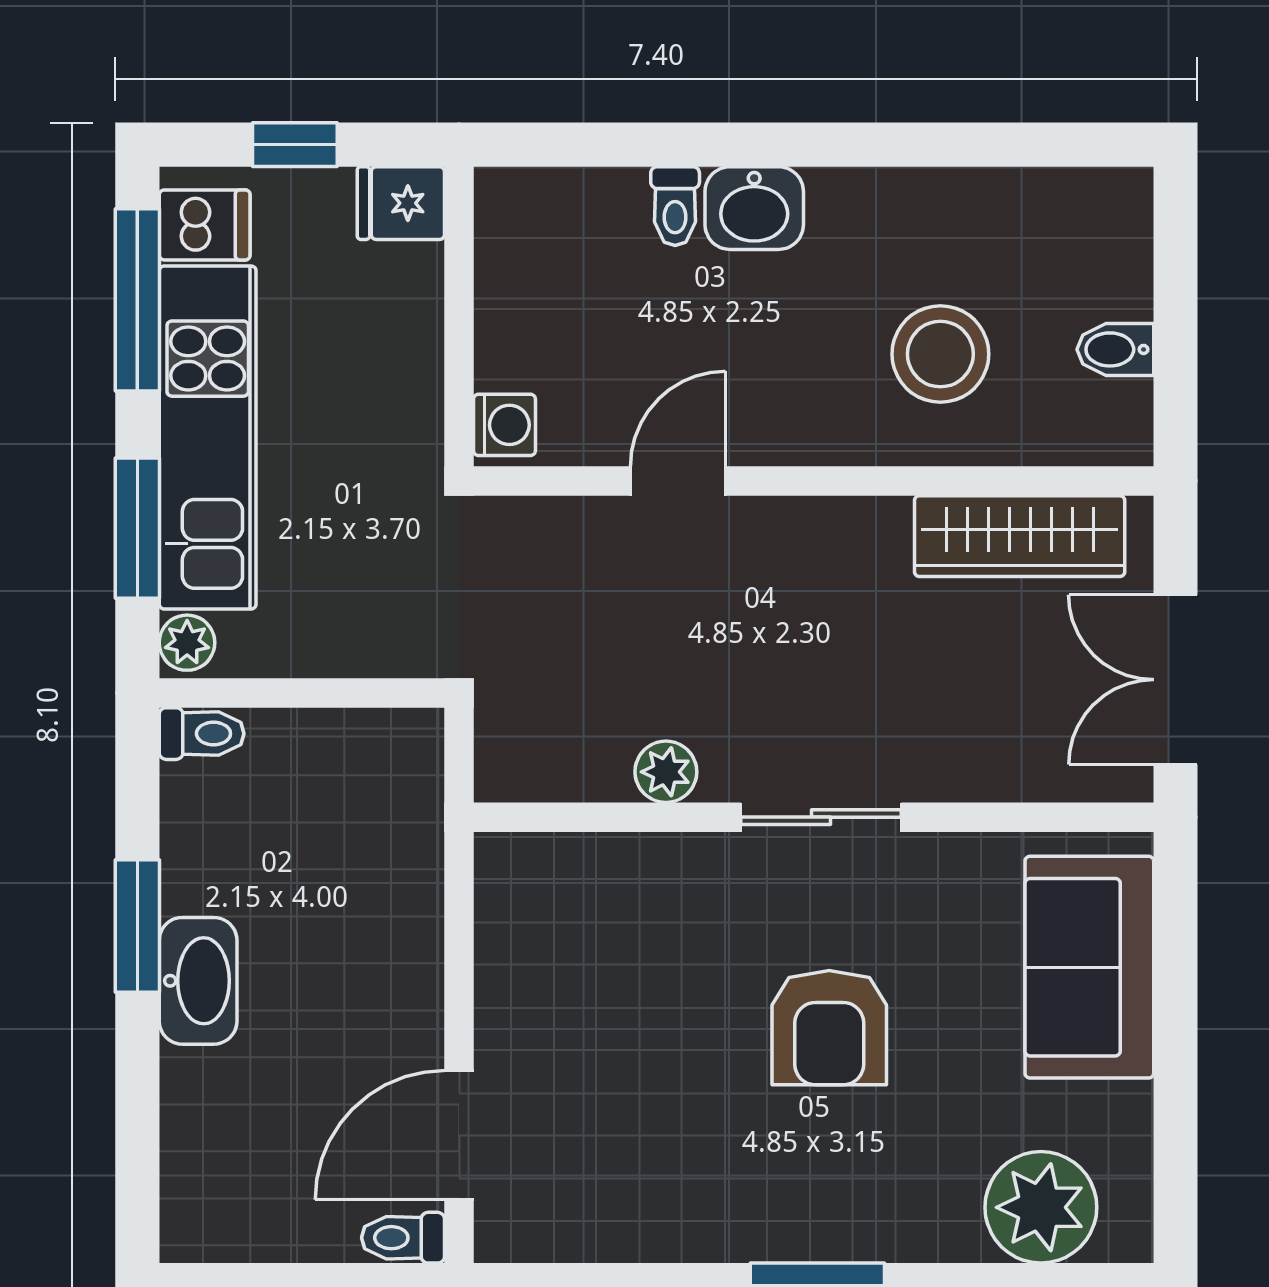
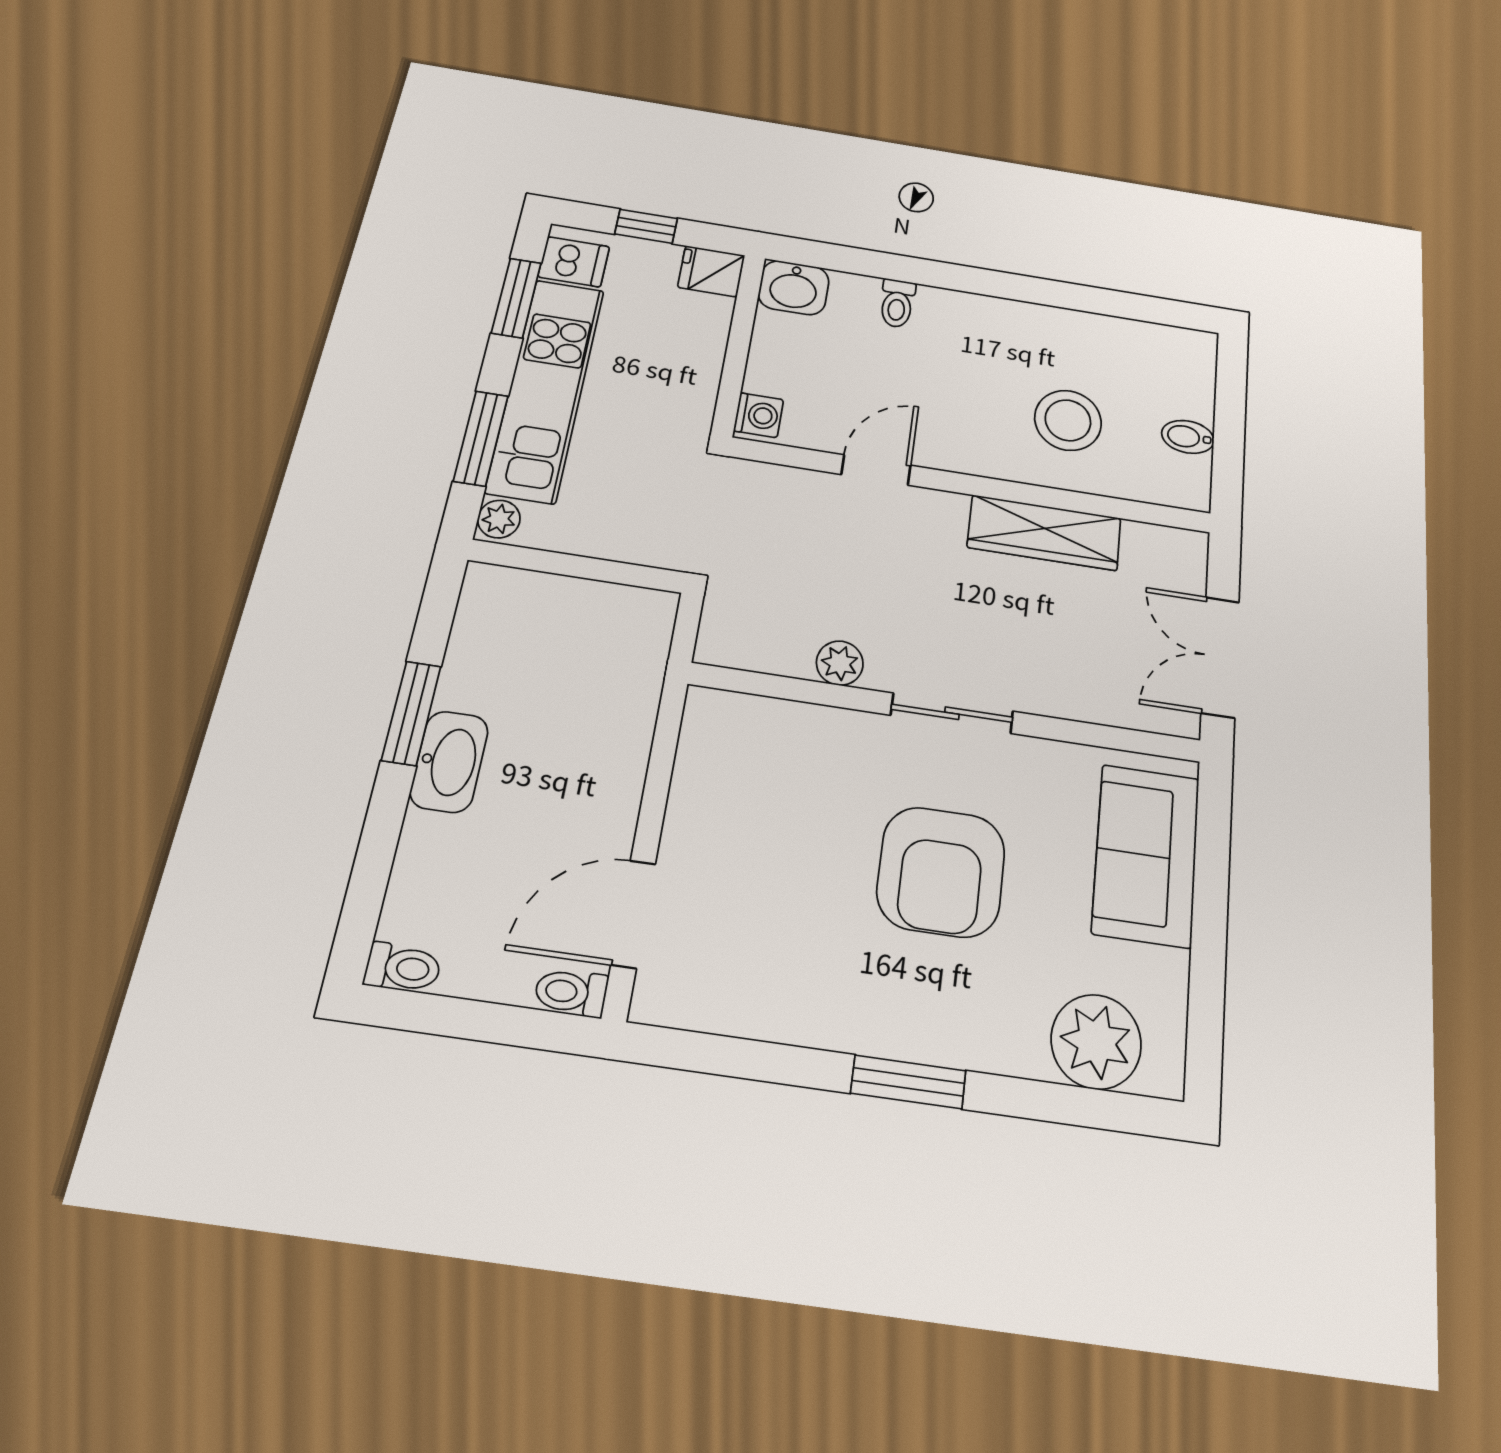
washbasin: (754, 208) -> (794, 288), moved
window: (137, 300) -> (516, 298), width x0.69
wardrobe: (1020, 536) -> (1044, 533), moved
toilet: (202, 734) -> (403, 968), moved
armchair: (829, 1028) -> (941, 872), width x1.36, depth x1.36

